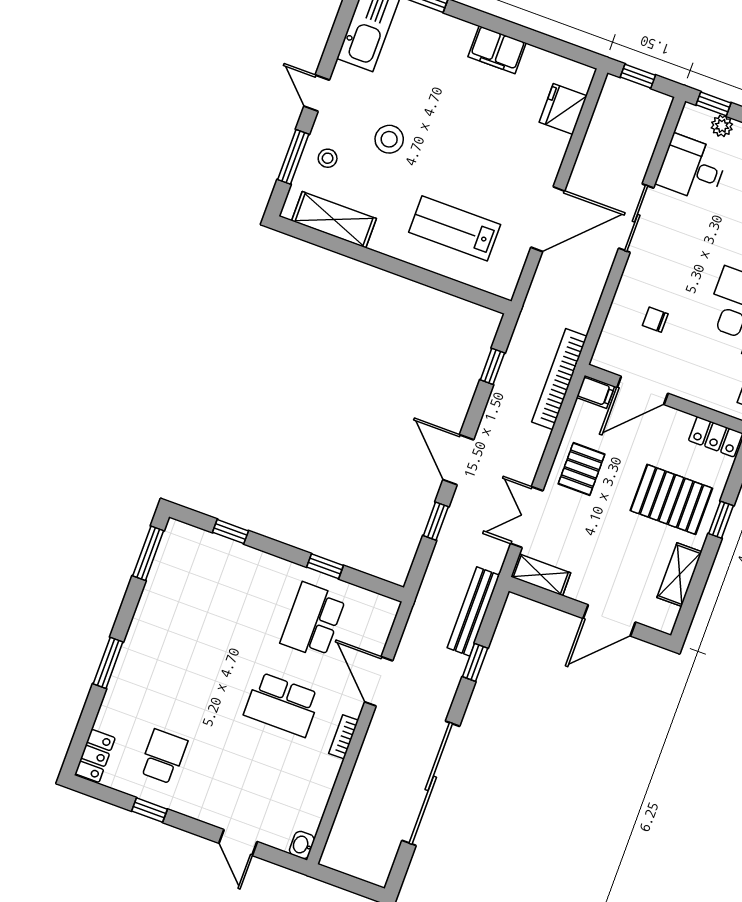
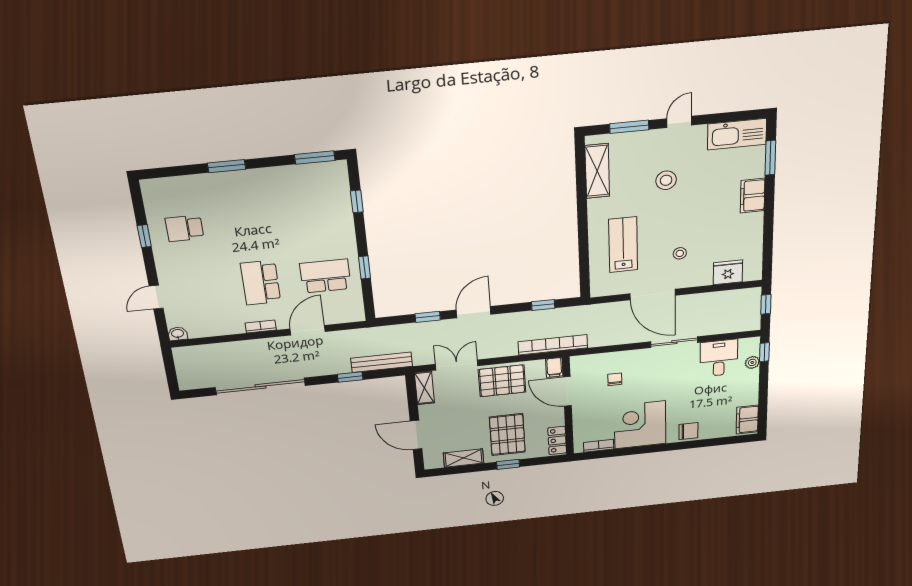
filing cabinet: (497, 50) -> (753, 196), moved
stool: (328, 158) -> (680, 253), moved
pallet: (582, 469) -> (502, 381), width x1.50, depth x1.42
locker: (95, 756) -> (159, 187), removed
school desk: (163, 757) -> (185, 228), turned 180

